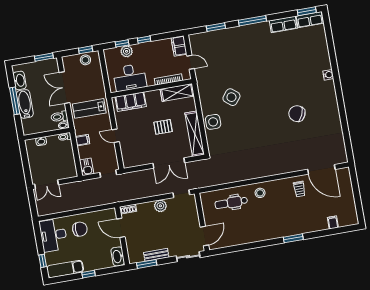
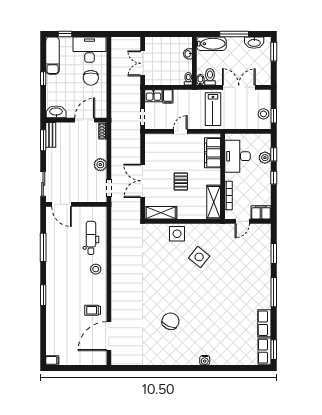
window: (44, 57) -> (274, 52), moved
bathtub: (25, 104) -> (211, 44), moved
lab bench: (89, 108) -> (213, 109), turned 180
shelving: (195, 134) -> (161, 213), width x0.68
filing cabinet: (82, 140) -> (168, 96), moved
double door: (47, 184) -> (143, 63), moved
filing cabinet: (333, 222) -> (52, 360), moved
window: (248, 246) -> (43, 247), added
bench: (156, 255) -> (51, 135), moved

